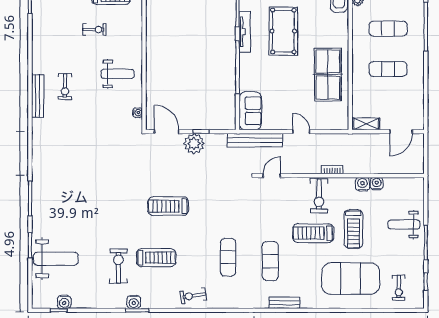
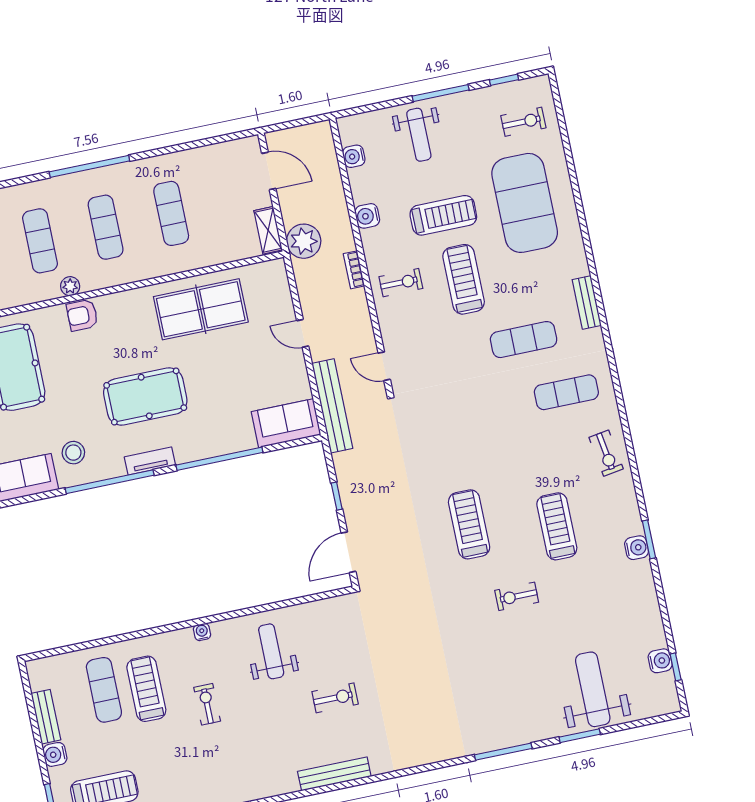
tv unit: (245, 32) -> (150, 461), width x0.71
exercise bike: (65, 87) -> (335, 698), moved
water cooler: (138, 113) -> (202, 632), moved
door: (301, 132) -> (303, 333), hinge flipped
plant: (194, 144) -> (304, 241), moved
water cooler: (377, 184) -> (354, 156), moved
exercise bike: (319, 196) -> (401, 283), width x0.73, depth x0.72
treadmill: (168, 206) -> (469, 524), turned 180
treadmill: (313, 233) -> (464, 279), turned 180
exercise mat: (228, 257) -> (566, 392), moved
exercise bike: (118, 266) -> (517, 596), moved, width x0.73, depth x0.72

